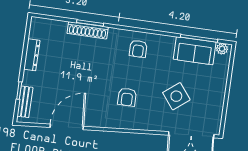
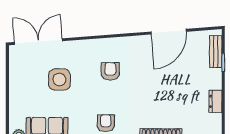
dresser: (32, 55) -> (215, 101), width x0.70
side table: (176, 96) -> (59, 79), turned 38

